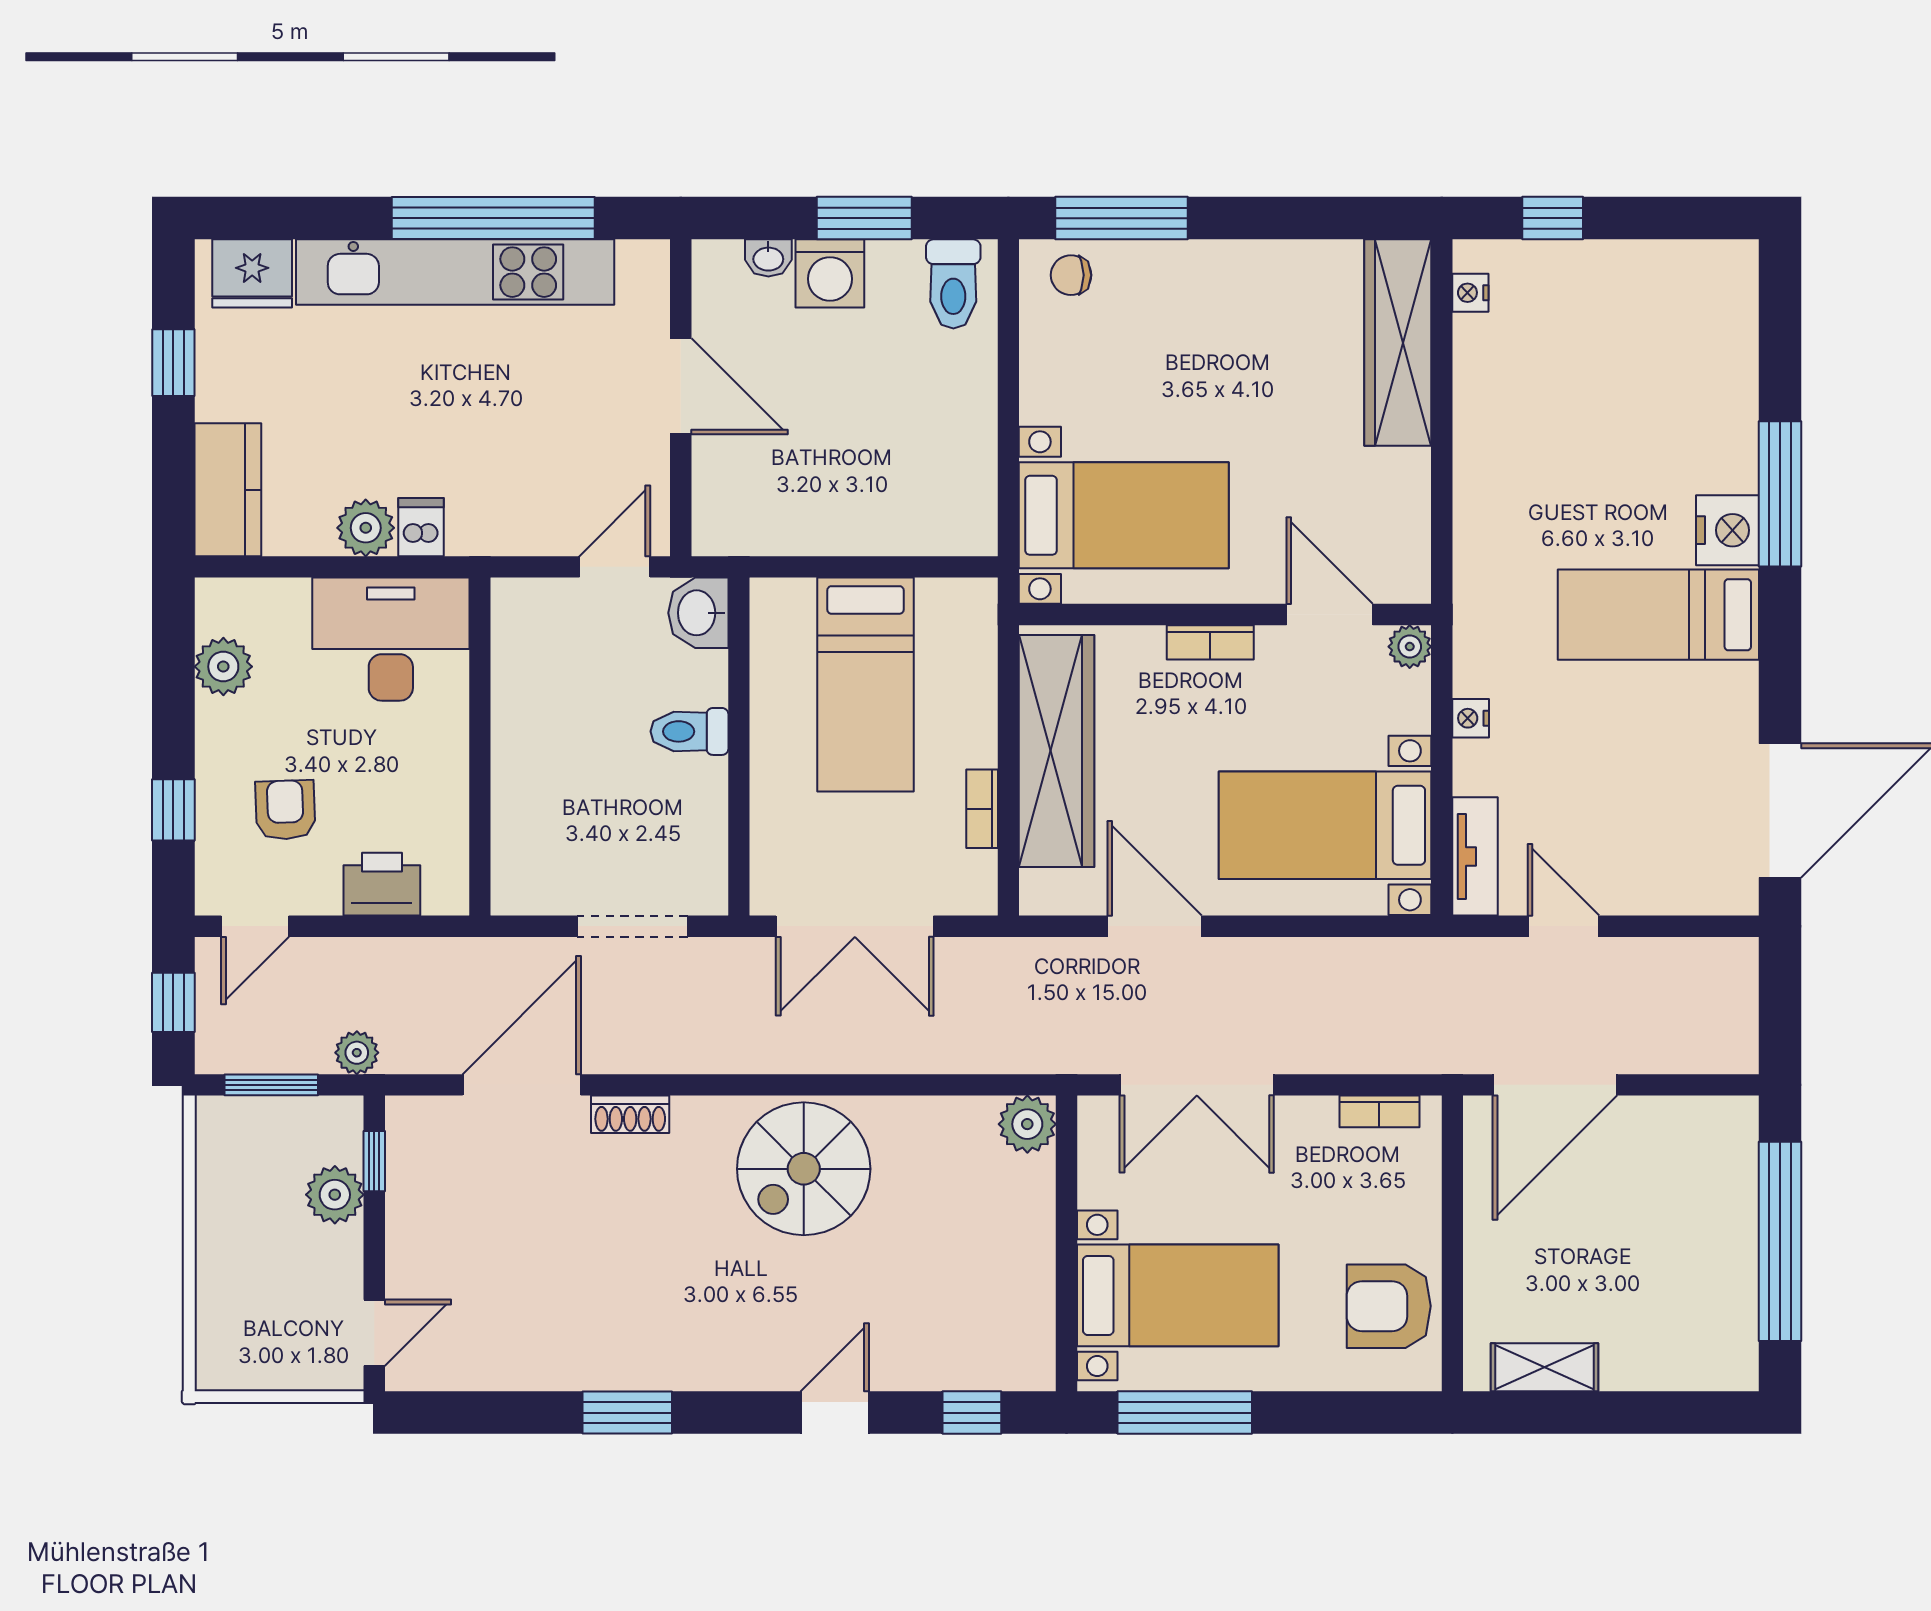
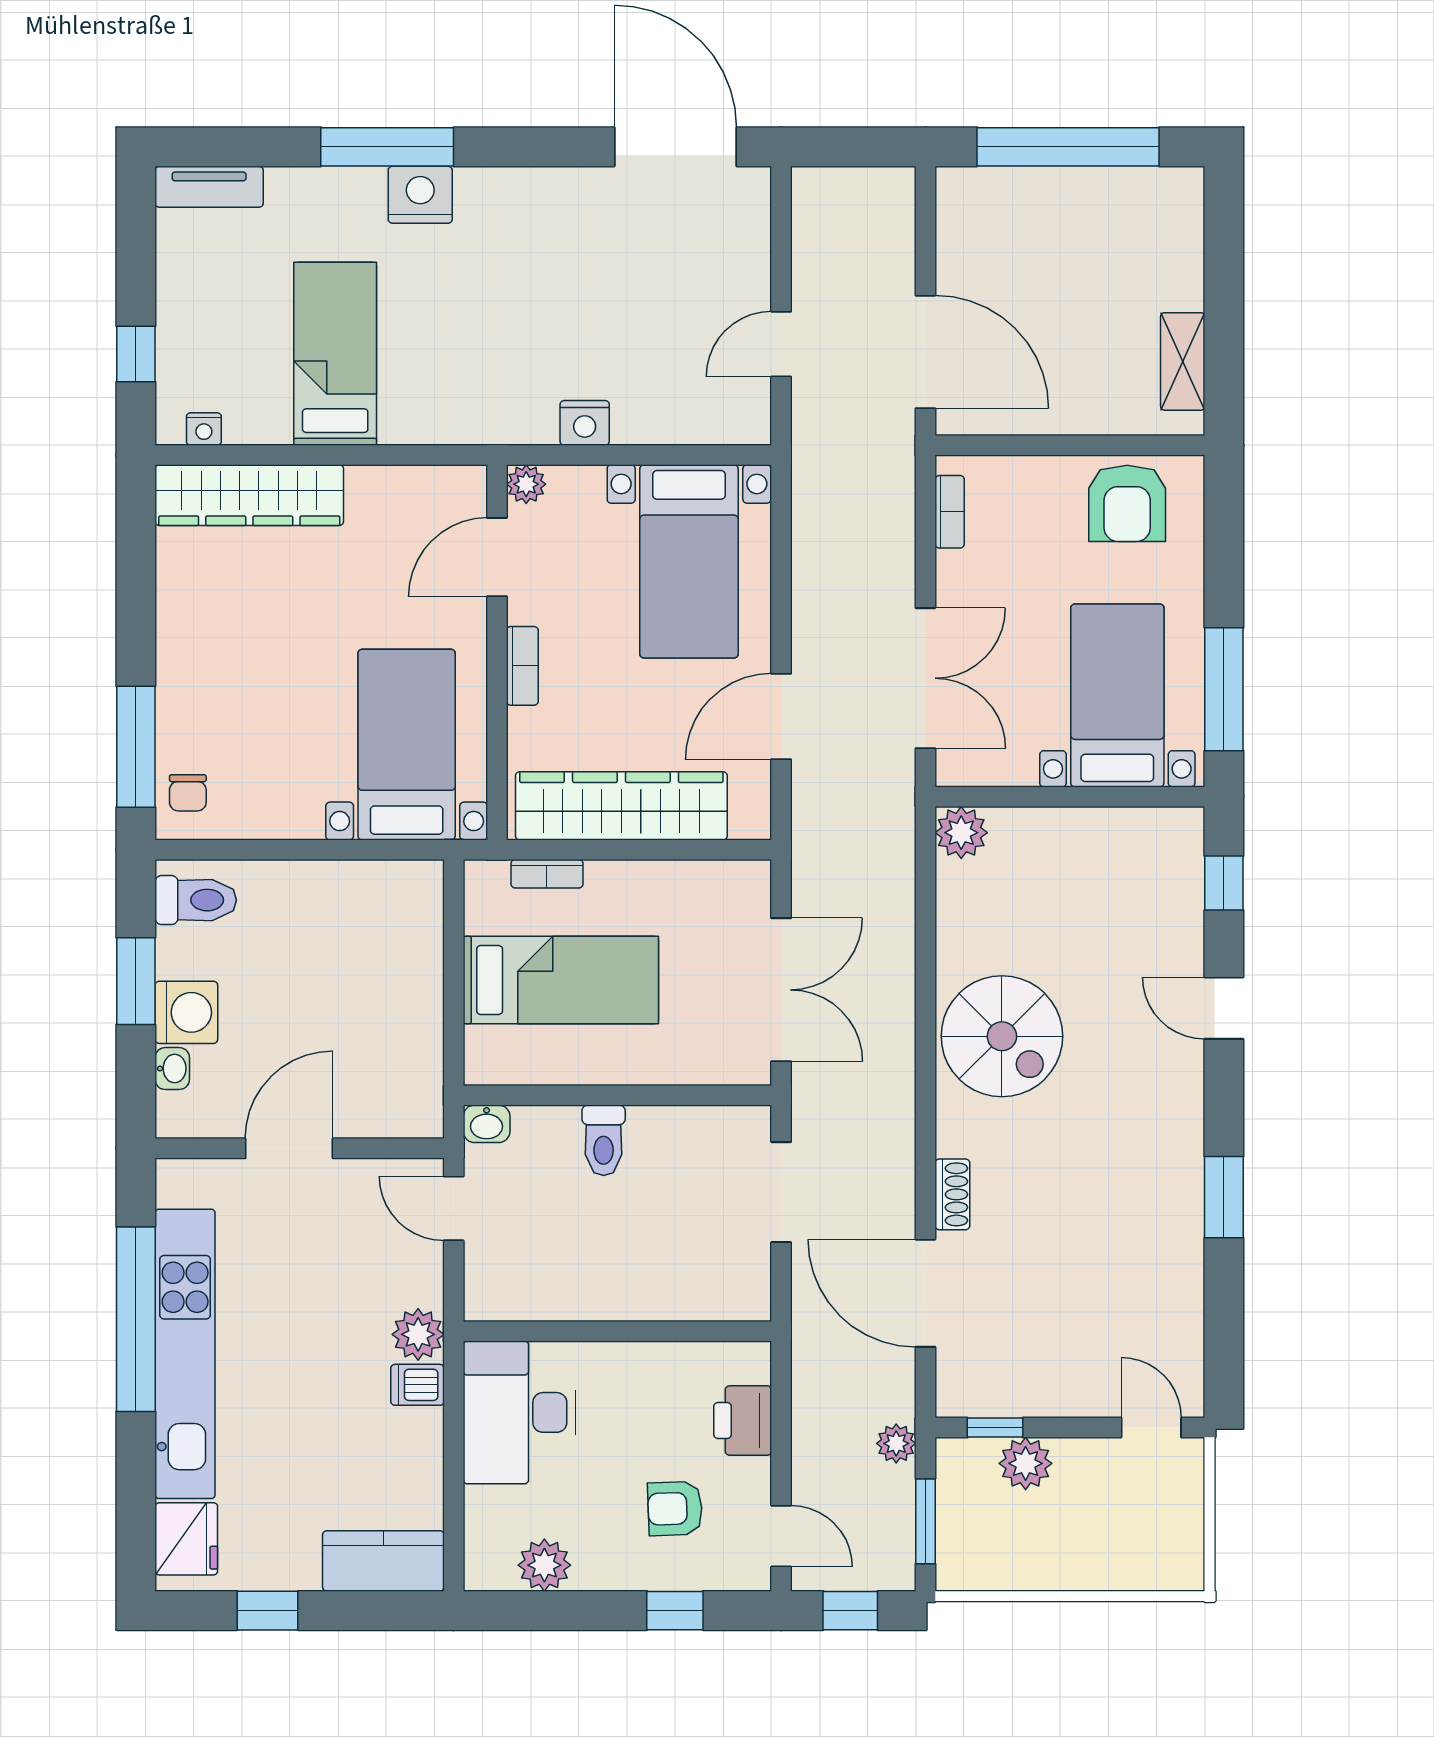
plant: (366, 528) -> (418, 1334), moved
washbasin: (698, 613) -> (487, 1124), width x0.72, depth x0.69
bed: (1658, 615) -> (335, 354), moved, turned 180
nightstand: (1471, 718) -> (585, 423), width x1.39, depth x1.35
bookcase: (982, 809) -> (547, 874), moved
tv unit: (1475, 856) -> (209, 187), moved, turned 180

